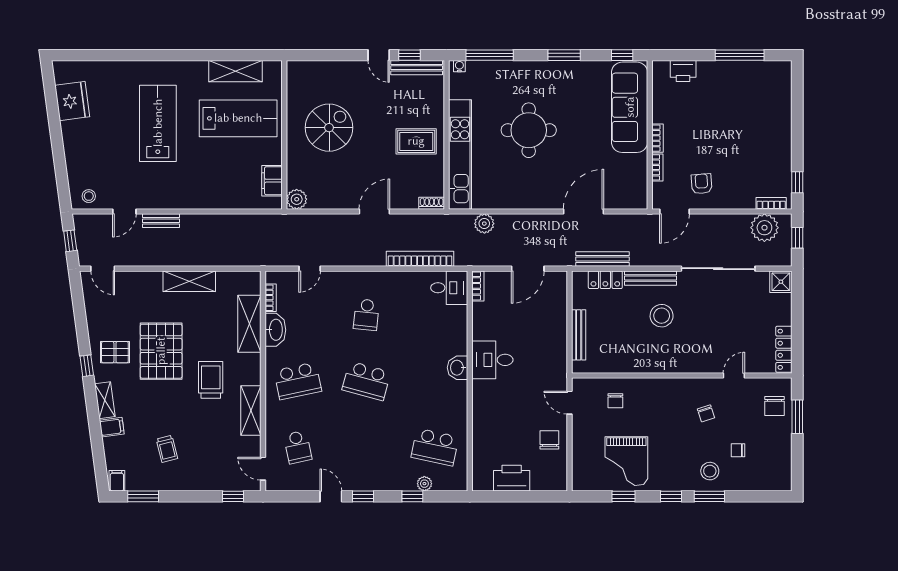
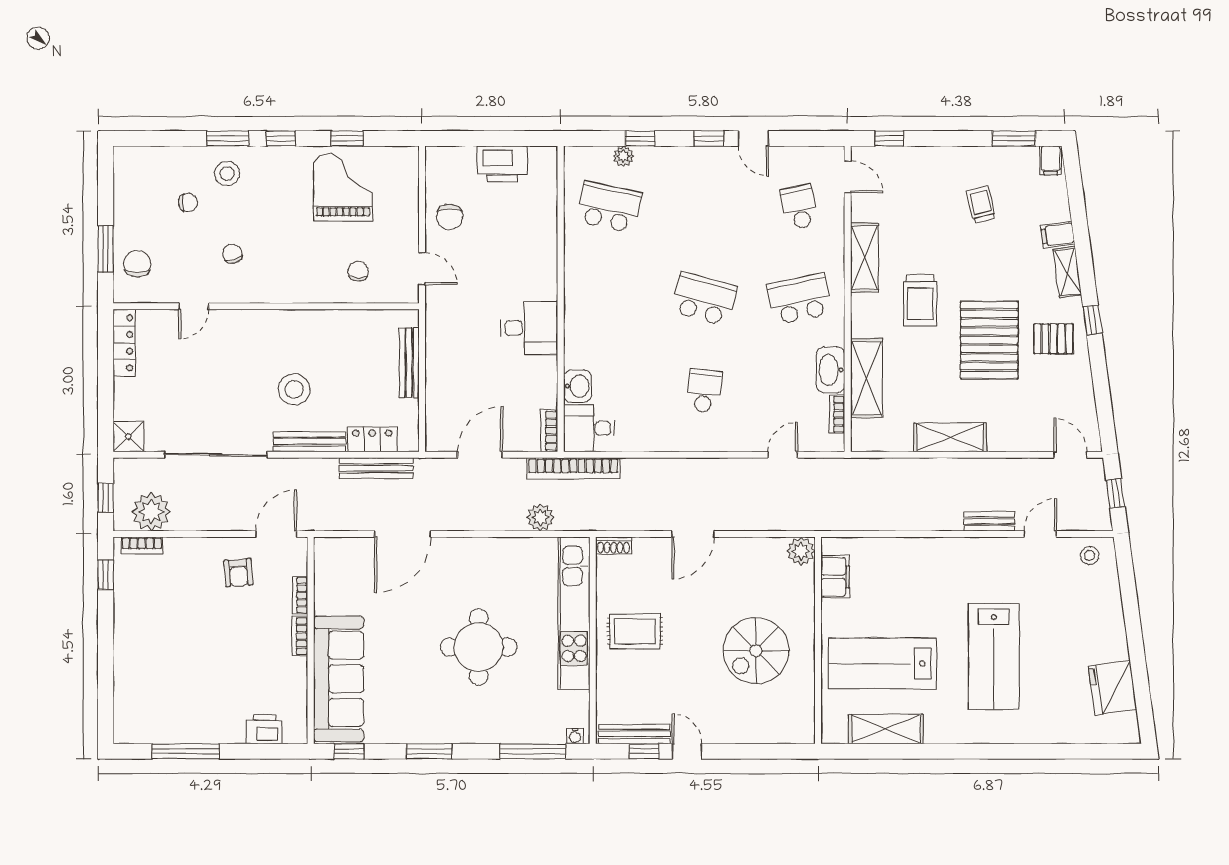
bookcase: (420, 259) -> (573, 468), moved
washbasin: (458, 368) -> (577, 386), moved

